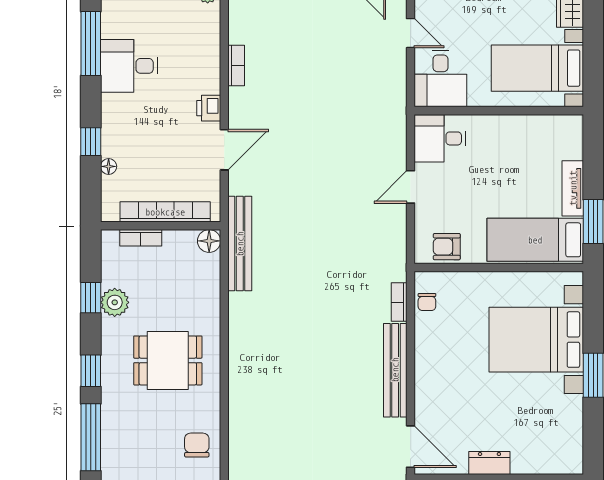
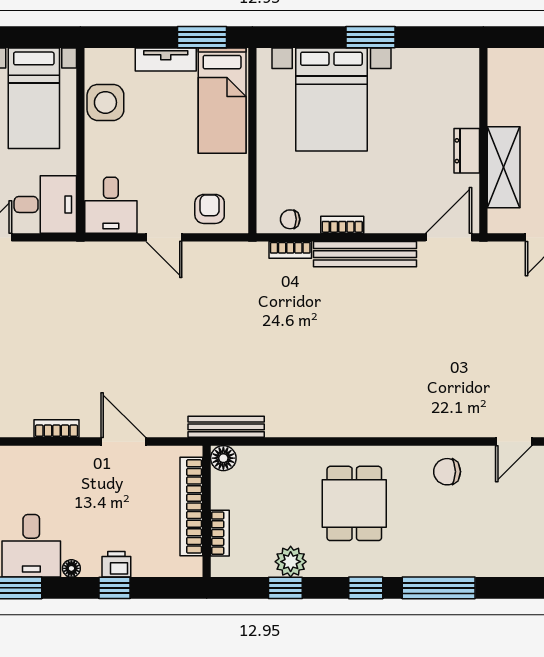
bookcase: (236, 65) -> (56, 429), moved
printer: (209, 108) -> (116, 564), moved, turned 180
side table: (534, 133) -> (105, 102), added
floor lamp: (109, 166) -> (71, 568), moved
bench: (240, 244) -> (226, 427), width x0.73, depth x0.82
armchair: (447, 247) -> (210, 209), moved, turned 180
chair: (427, 302) -> (290, 219), turned 180
bookcase: (422, 349) -> (342, 225), added

